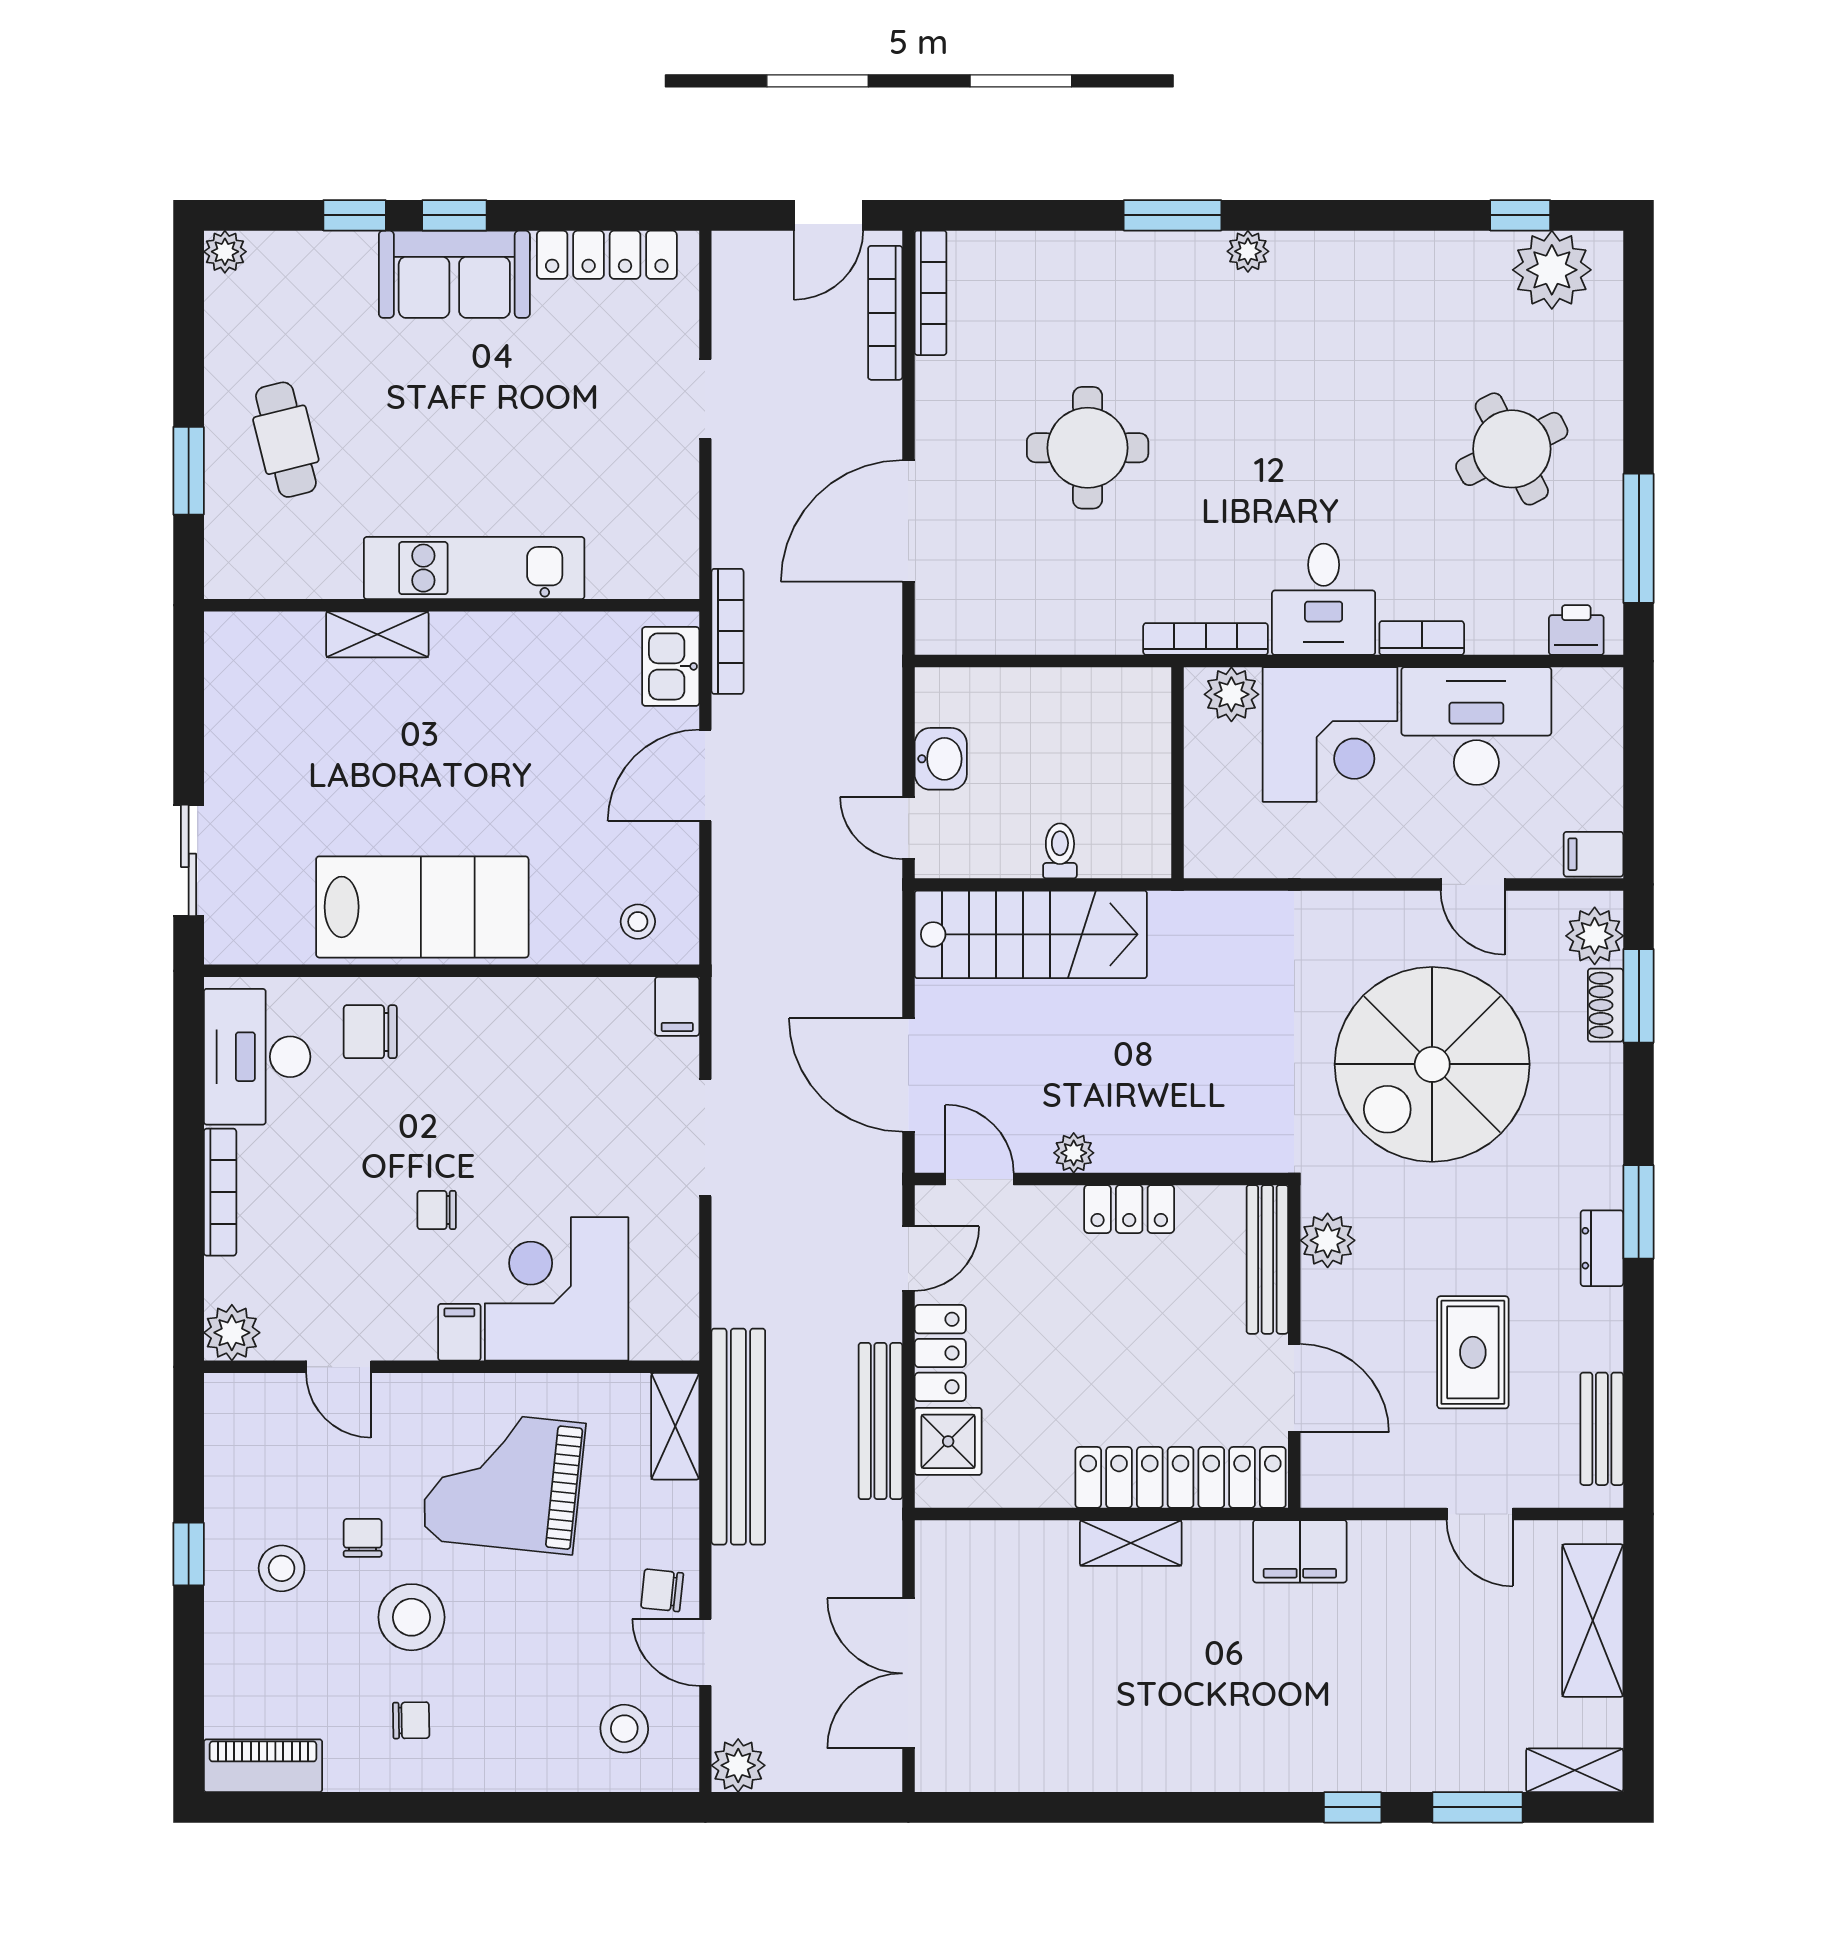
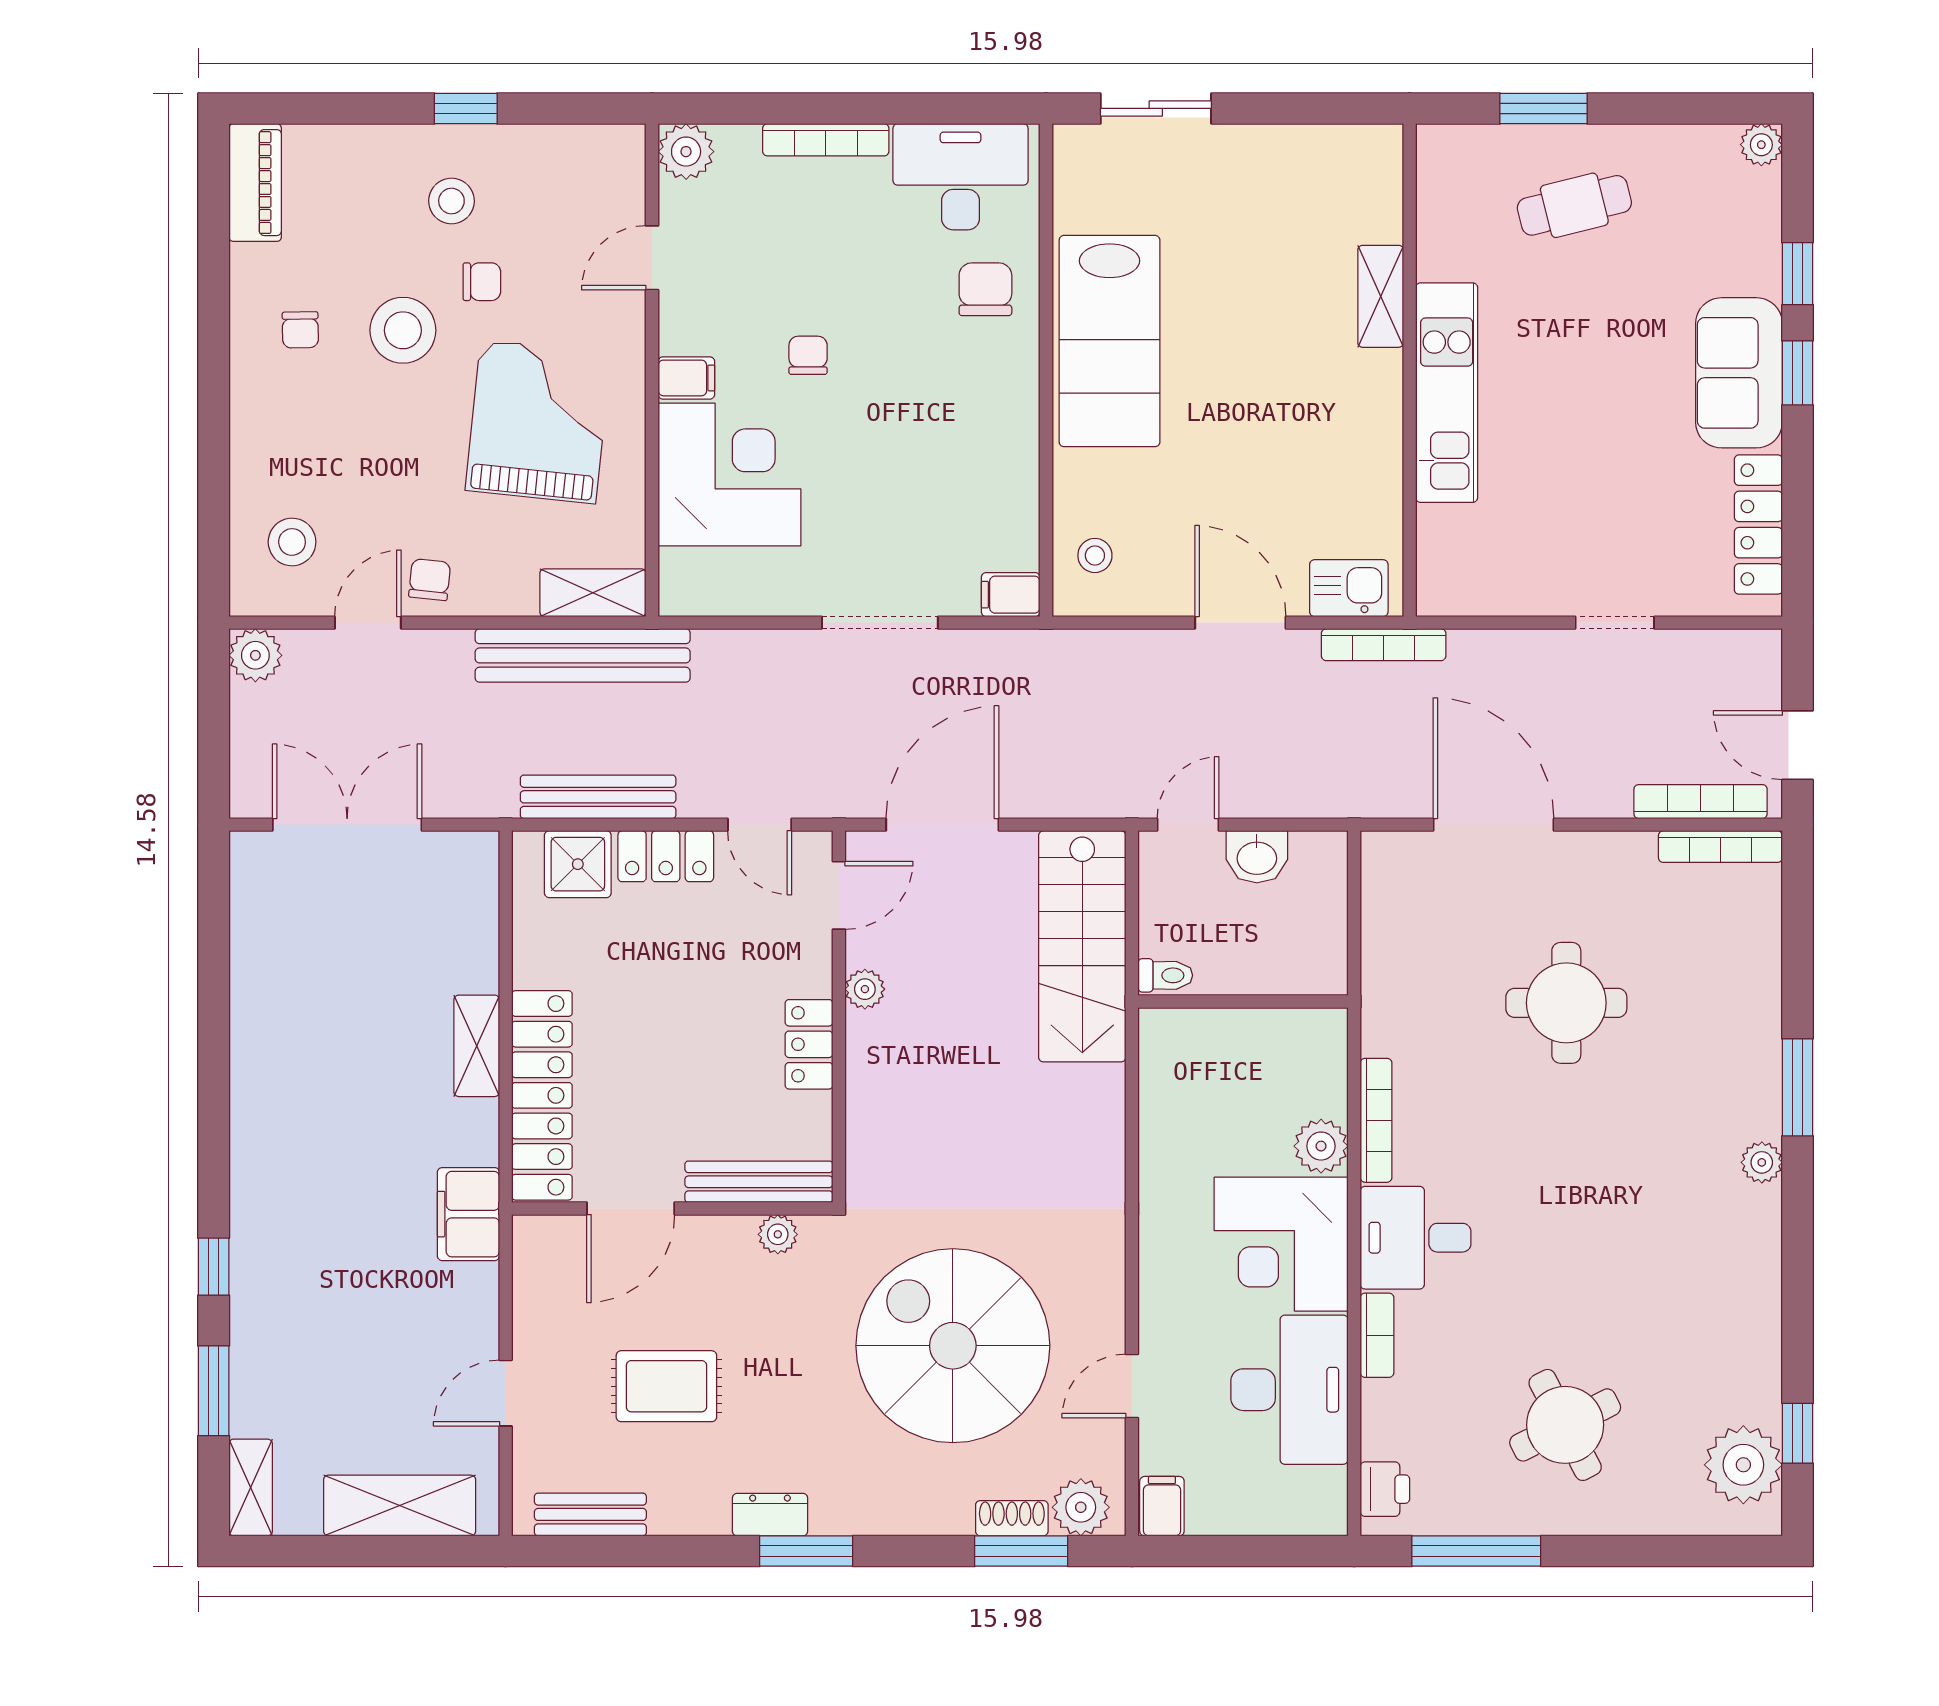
wall: (1178, 773) -> (1243, 1001), moved
plant: (1328, 1240) -> (778, 1234), width x0.73, depth x0.73

